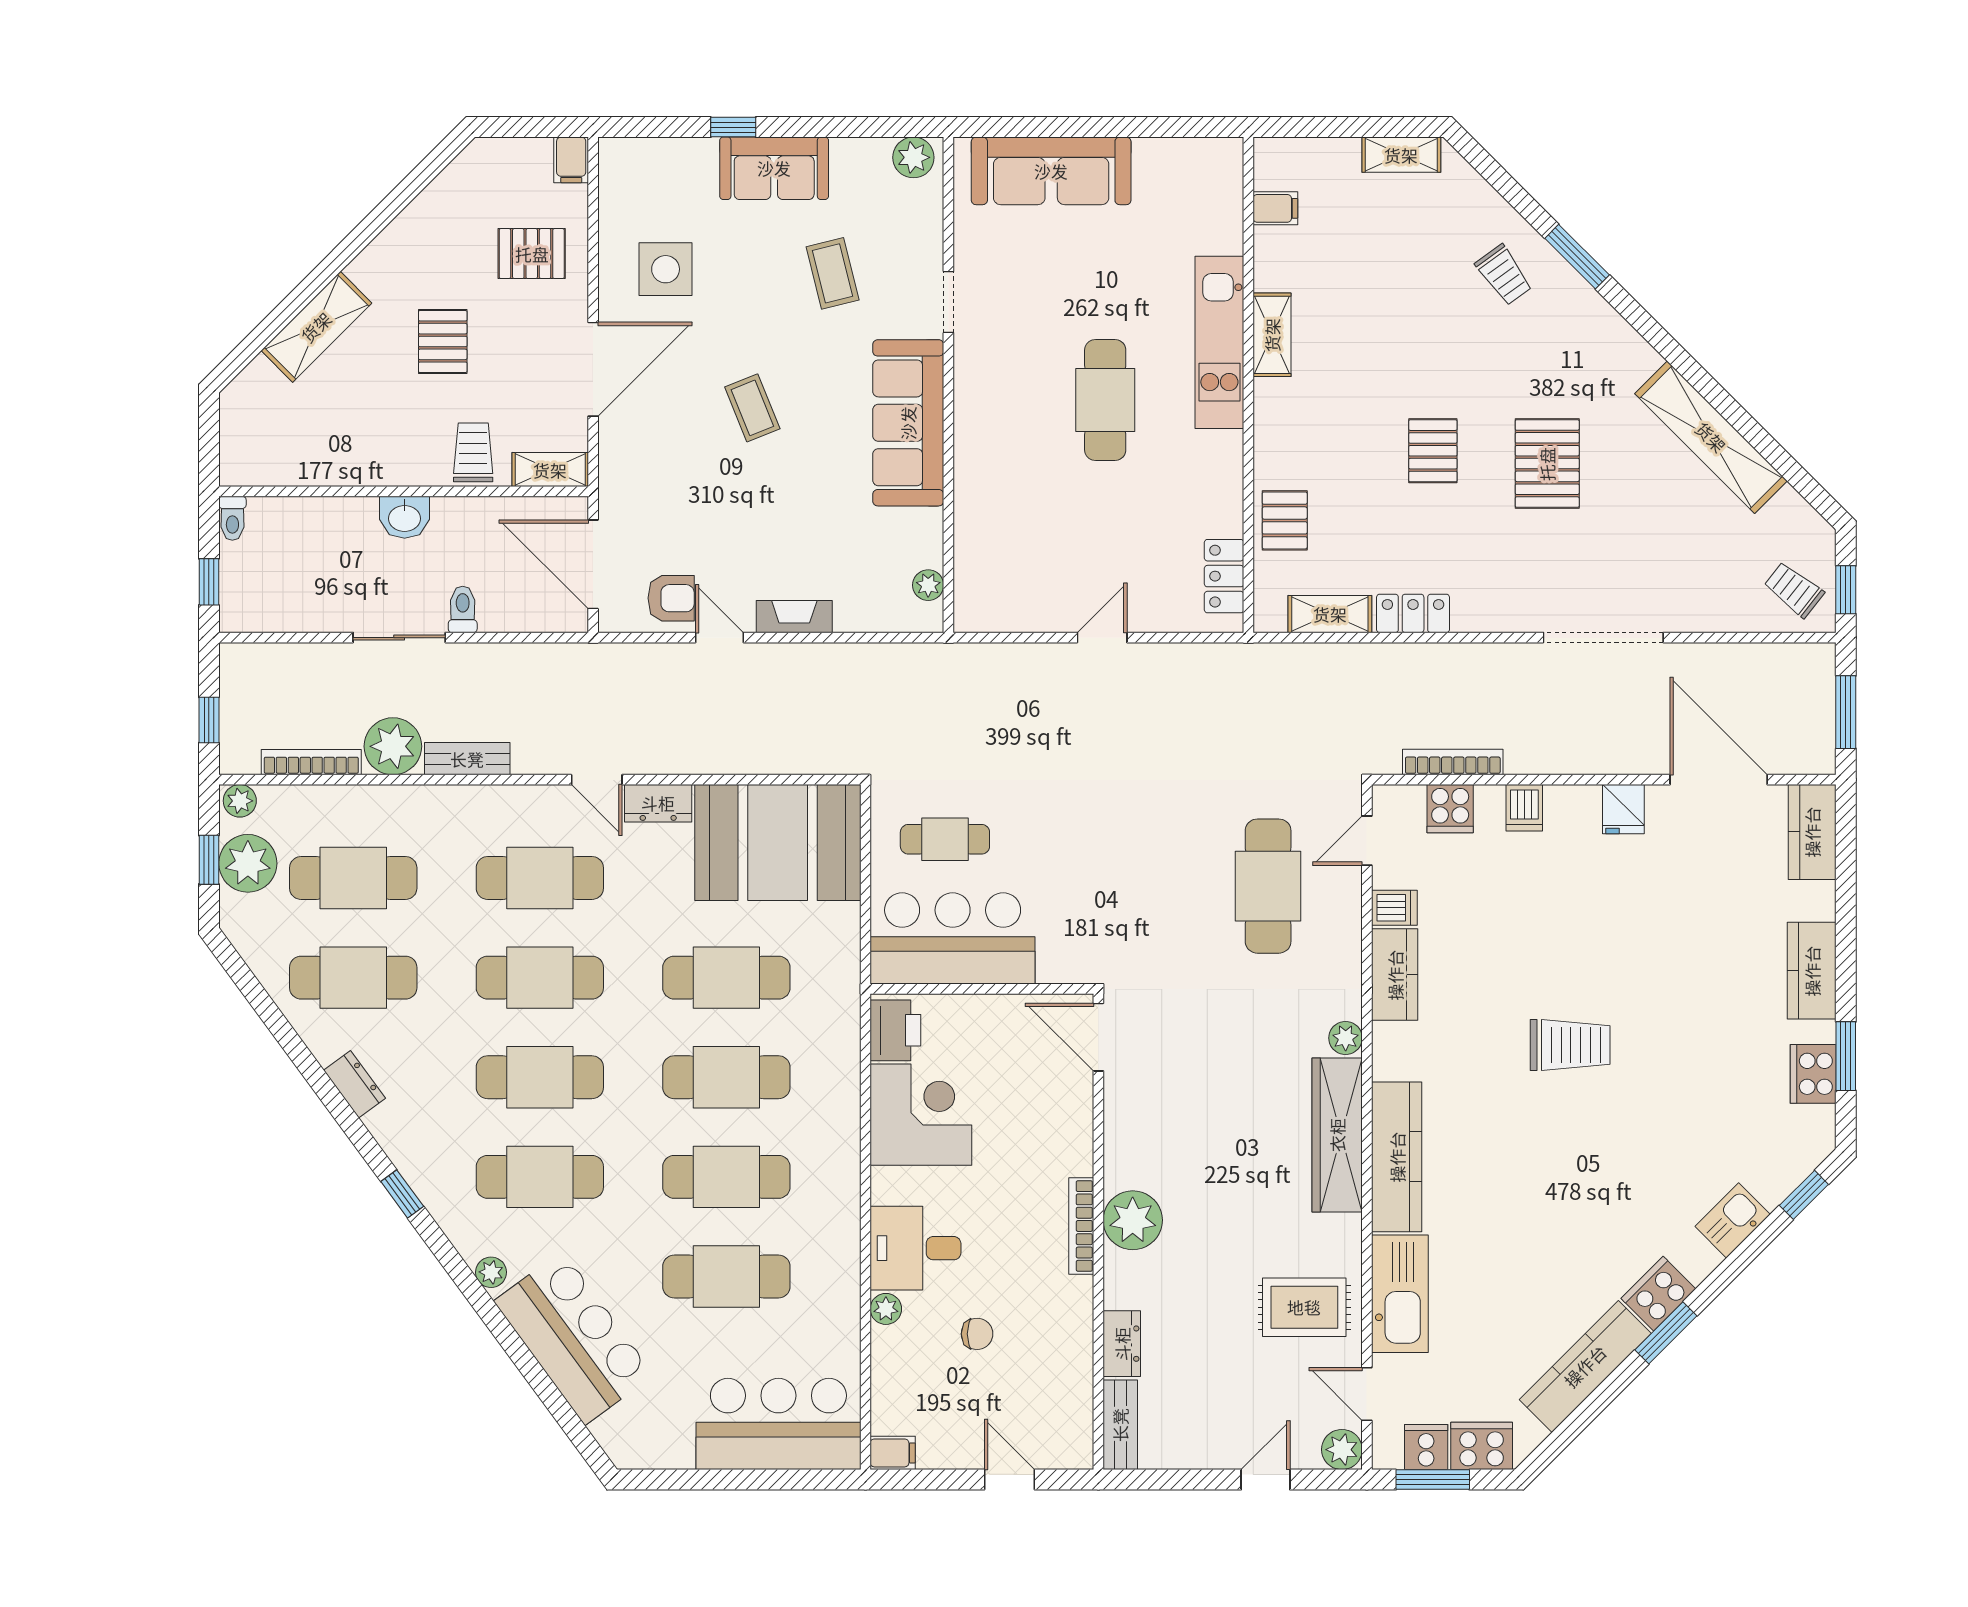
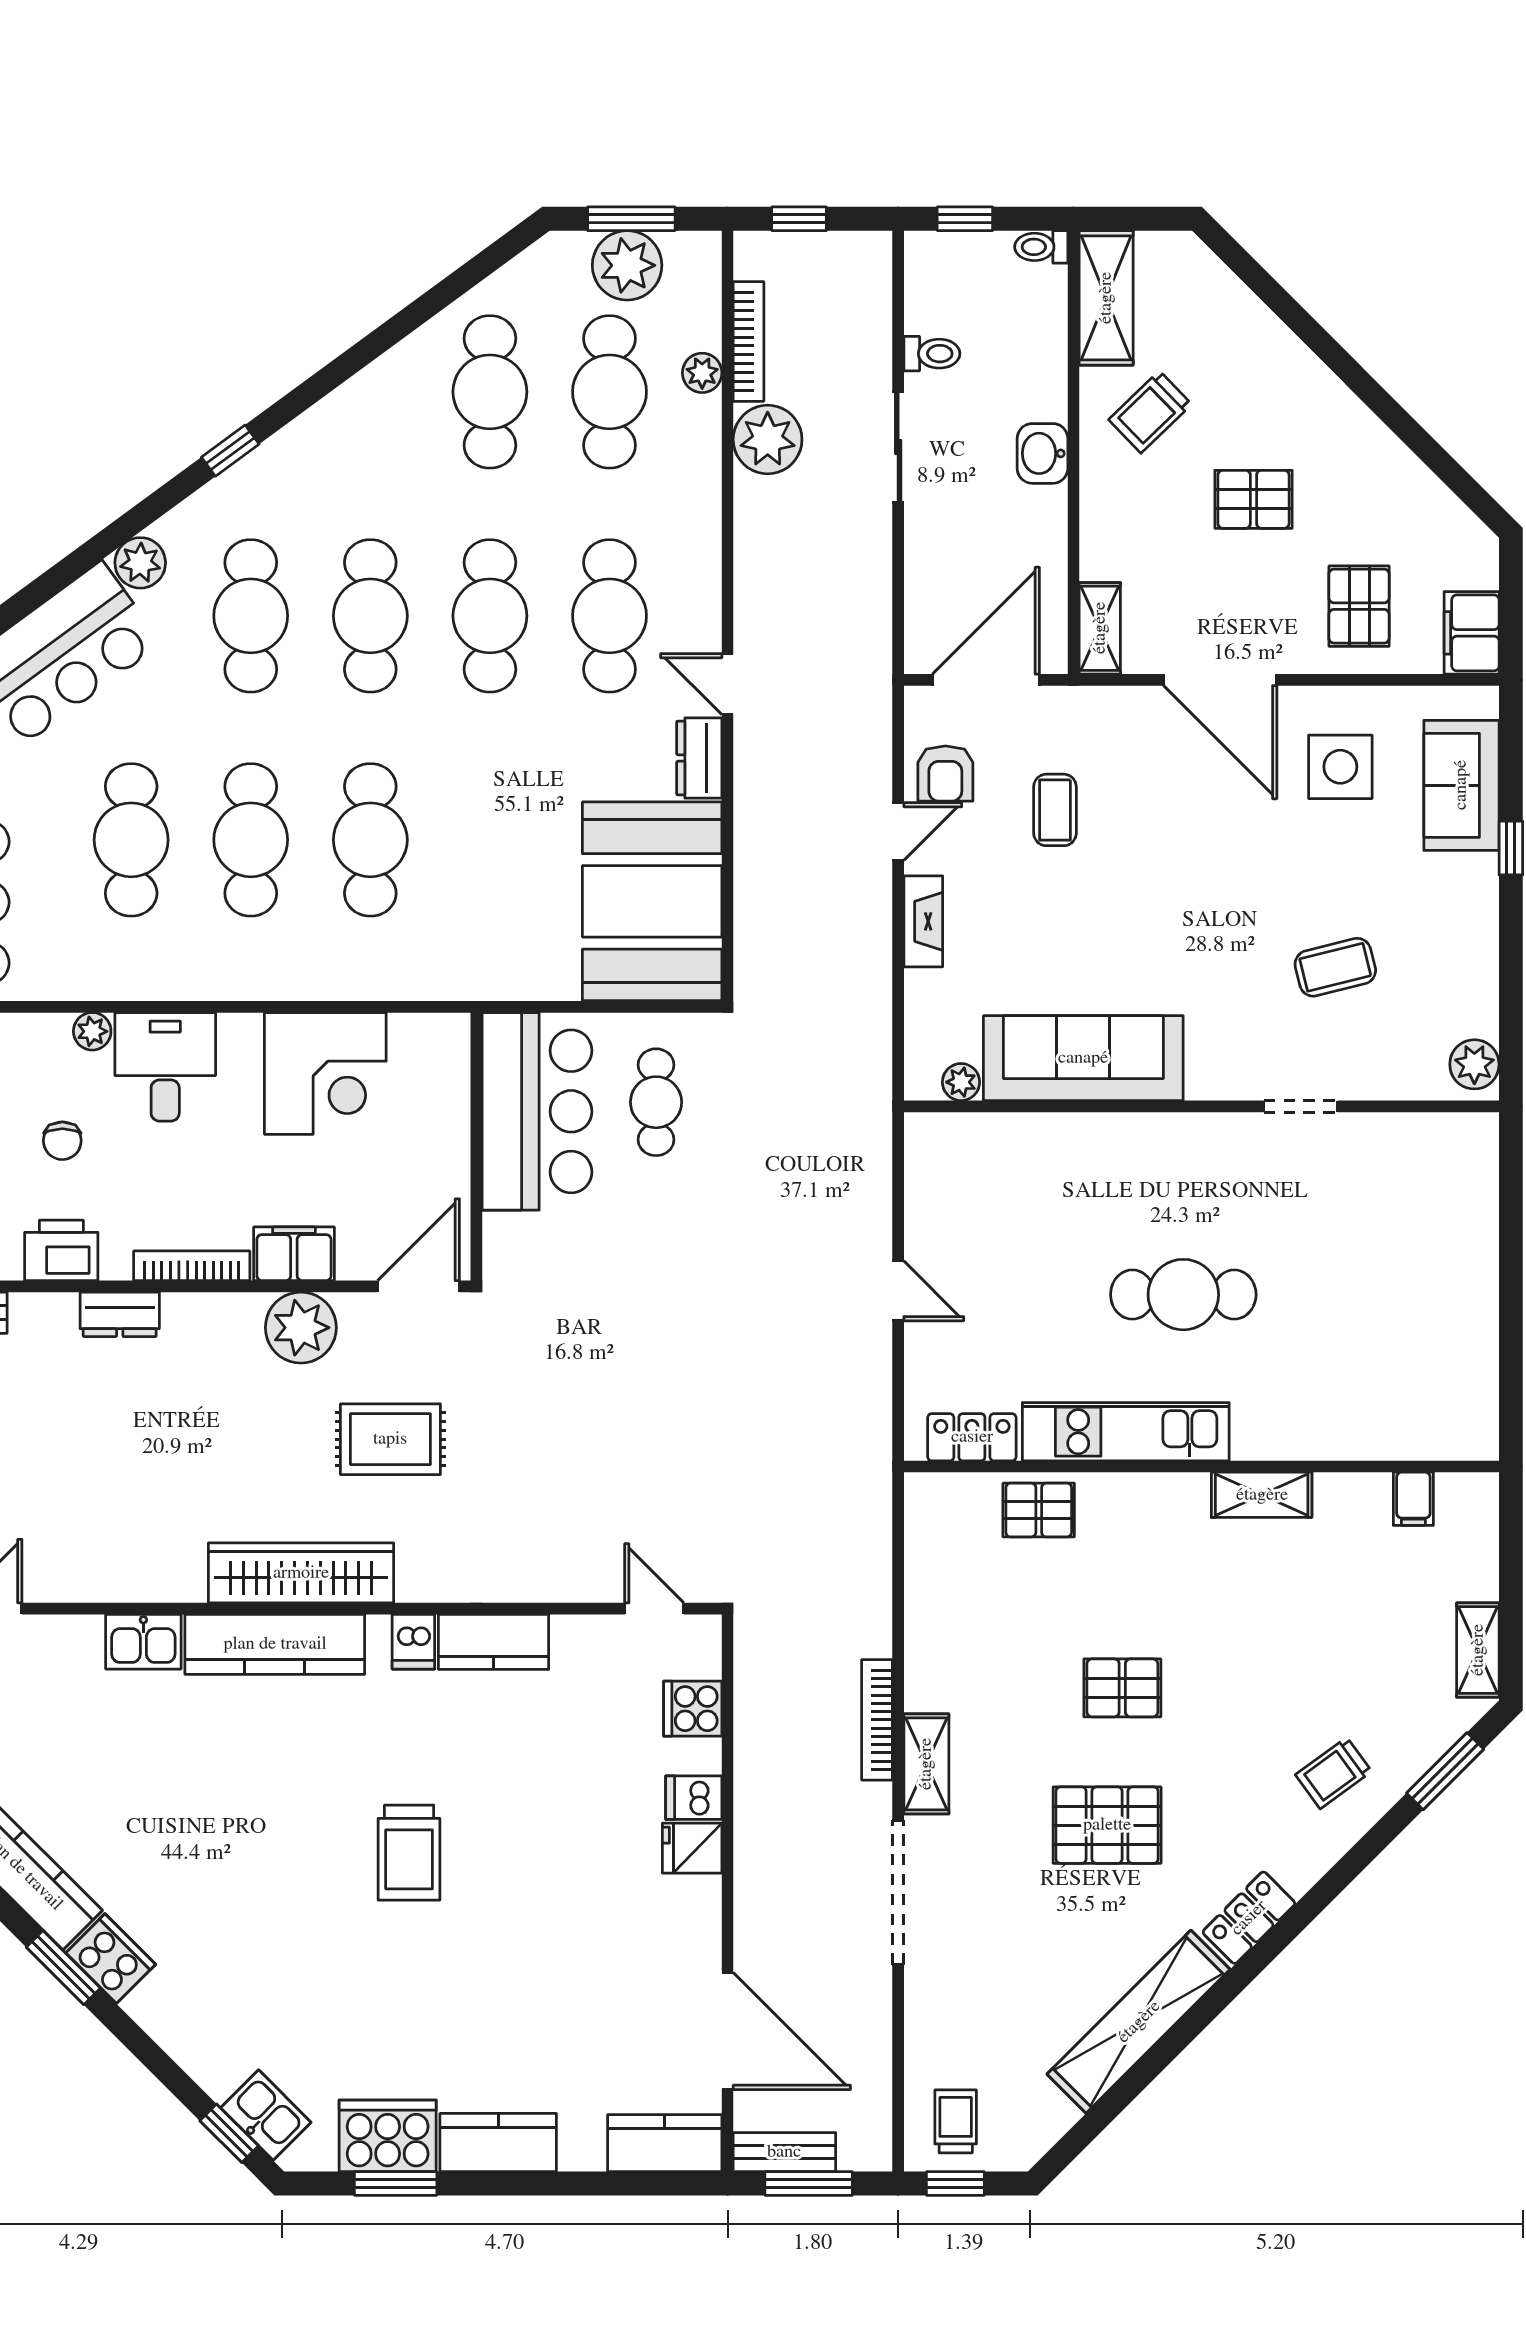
filing cabinet: (571, 160) -> (1472, 633), width x2.00
sofa: (774, 168) -> (1461, 785), moved
sofa: (1051, 171) -> (1458, 1230), removed
window: (1577, 257) -> (1445, 1771), moved
shelving: (316, 327) -> (1106, 298), moved, turned 45
kitchen unit: (1219, 342) -> (1126, 1432), moved
coffee table: (752, 408) -> (1055, 810), moved, turned -68
sofa: (908, 423) -> (1083, 1058), moved
trolley: (473, 452) -> (1150, 412), moved, turned 136
trolley: (1794, 590) -> (956, 2121), turned -38
toilet: (463, 609) -> (932, 354), moved
locker: (1413, 613) -> (1249, 1918), moved, turned -135
shelving: (1330, 614) -> (926, 1764), moved
bench: (467, 759) -> (784, 2152), moved, turned 90
bookcase: (1453, 762) -> (877, 1720), moved, turned 180
door: (597, 780) -> (728, 684), hinge flipped
door: (1719, 780) -> (728, 2031), hinge flipped
plant: (240, 801) -> (702, 373), moved
fridge: (1623, 809) -> (692, 1848), moved
window: (209, 860) -> (631, 219), width x1.50
cafe table: (1268, 886) -> (600, 1490), removed
dishwasher: (1394, 908) -> (413, 1642), moved
cafe table: (726, 978) -> (490, 840), removed
printer: (895, 1030) -> (61, 1250), moved, turned 180
plant: (1346, 1038) -> (417, 1583), removed
cooker: (1813, 1074) -> (388, 2136), width x1.37, depth x1.31
dresser: (355, 1084) -> (362, 394), removed
filing cabinet: (1071, 1141) -> (294, 1254), added
plant: (1133, 1220) -> (301, 1328), moved
kitchen sink: (1733, 1220) -> (266, 2115), moved
plant: (491, 1272) -> (140, 563), width x1.38, depth x1.38
kitchen sink: (1400, 1294) -> (143, 1642), width x0.53, depth x0.81
rug: (1304, 1307) -> (390, 1439), moved, turned 90
dresser: (1122, 1344) -> (120, 1314), moved

